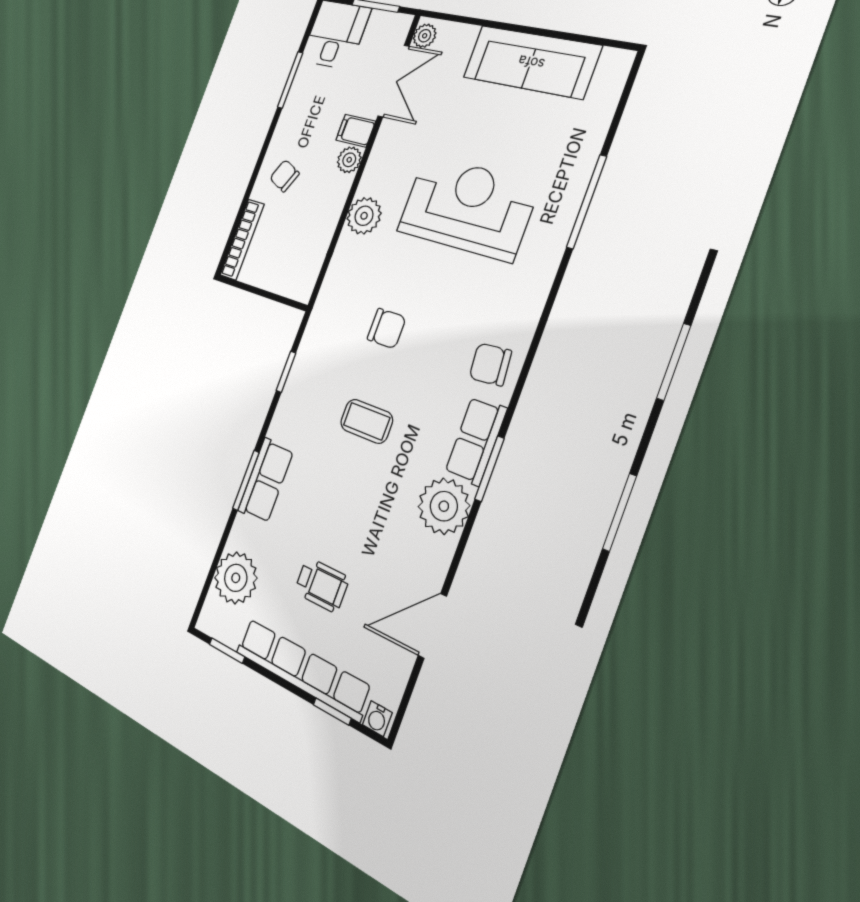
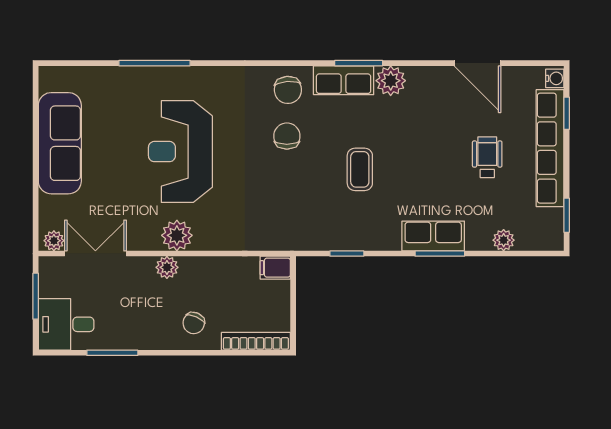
filing cabinet: (356, 131) -> (275, 268), moved, turned 90
plant: (364, 216) -> (177, 235), moved
chair: (387, 328) -> (287, 136), moved
plant: (444, 506) -> (391, 81), width x0.73, depth x0.73
plant: (236, 578) -> (504, 240), width x0.53, depth x0.53

